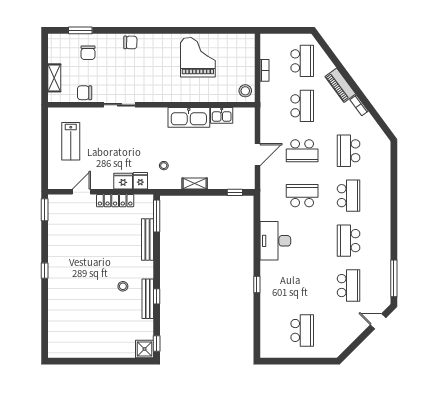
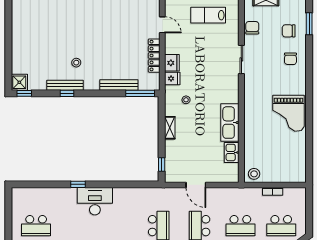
chair: (130, 42) -> (290, 59), moved
grand piano: (198, 57) -> (289, 113), moved, turned 90
desk: (275, 241) -> (95, 201), moved

